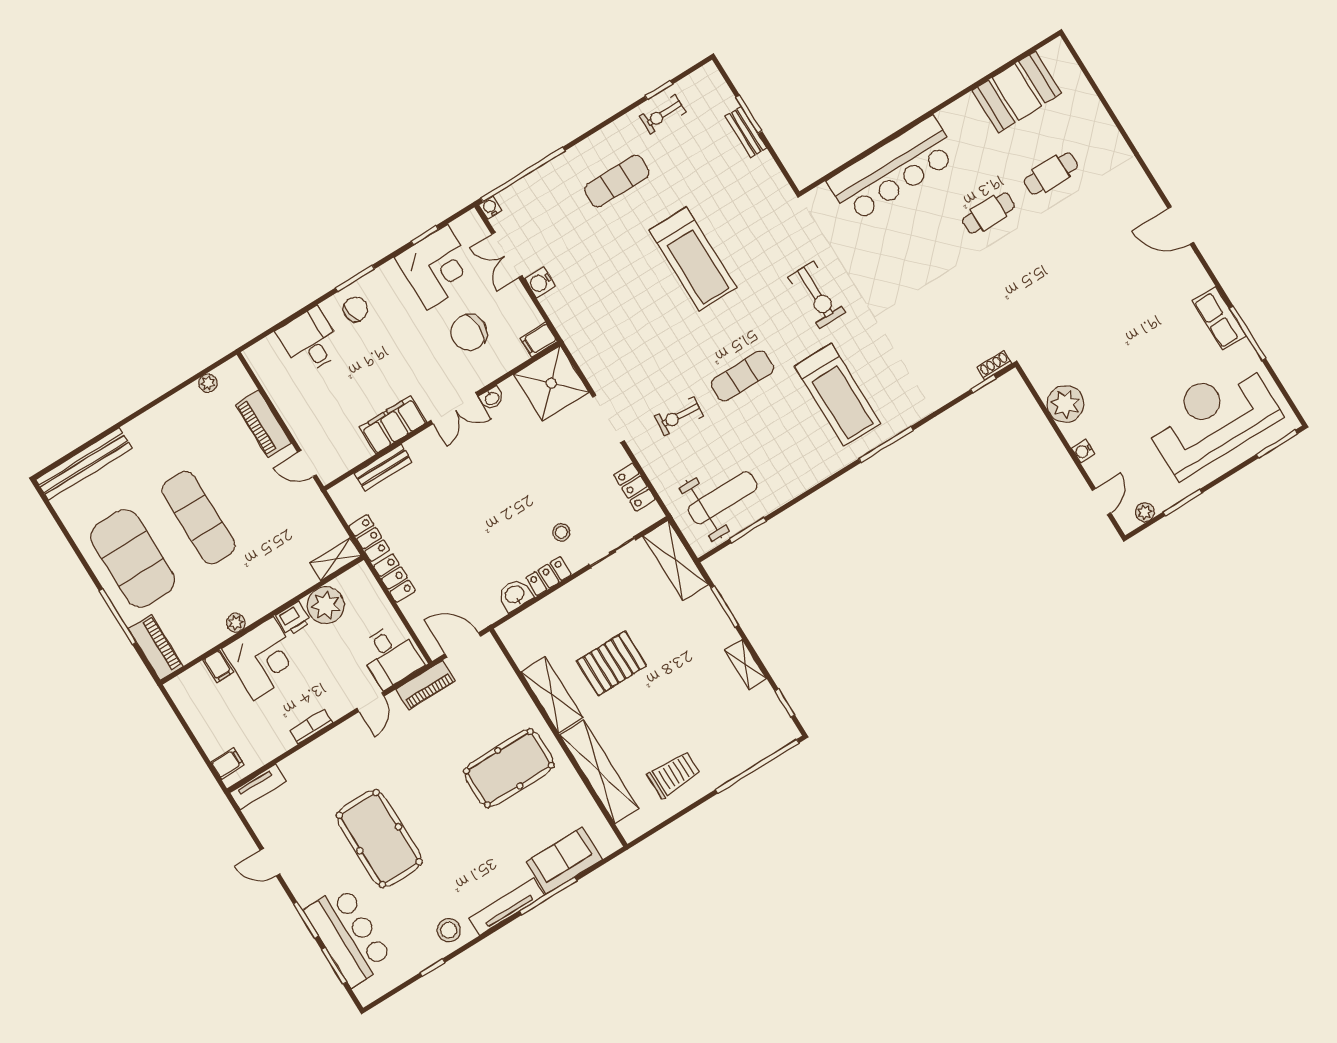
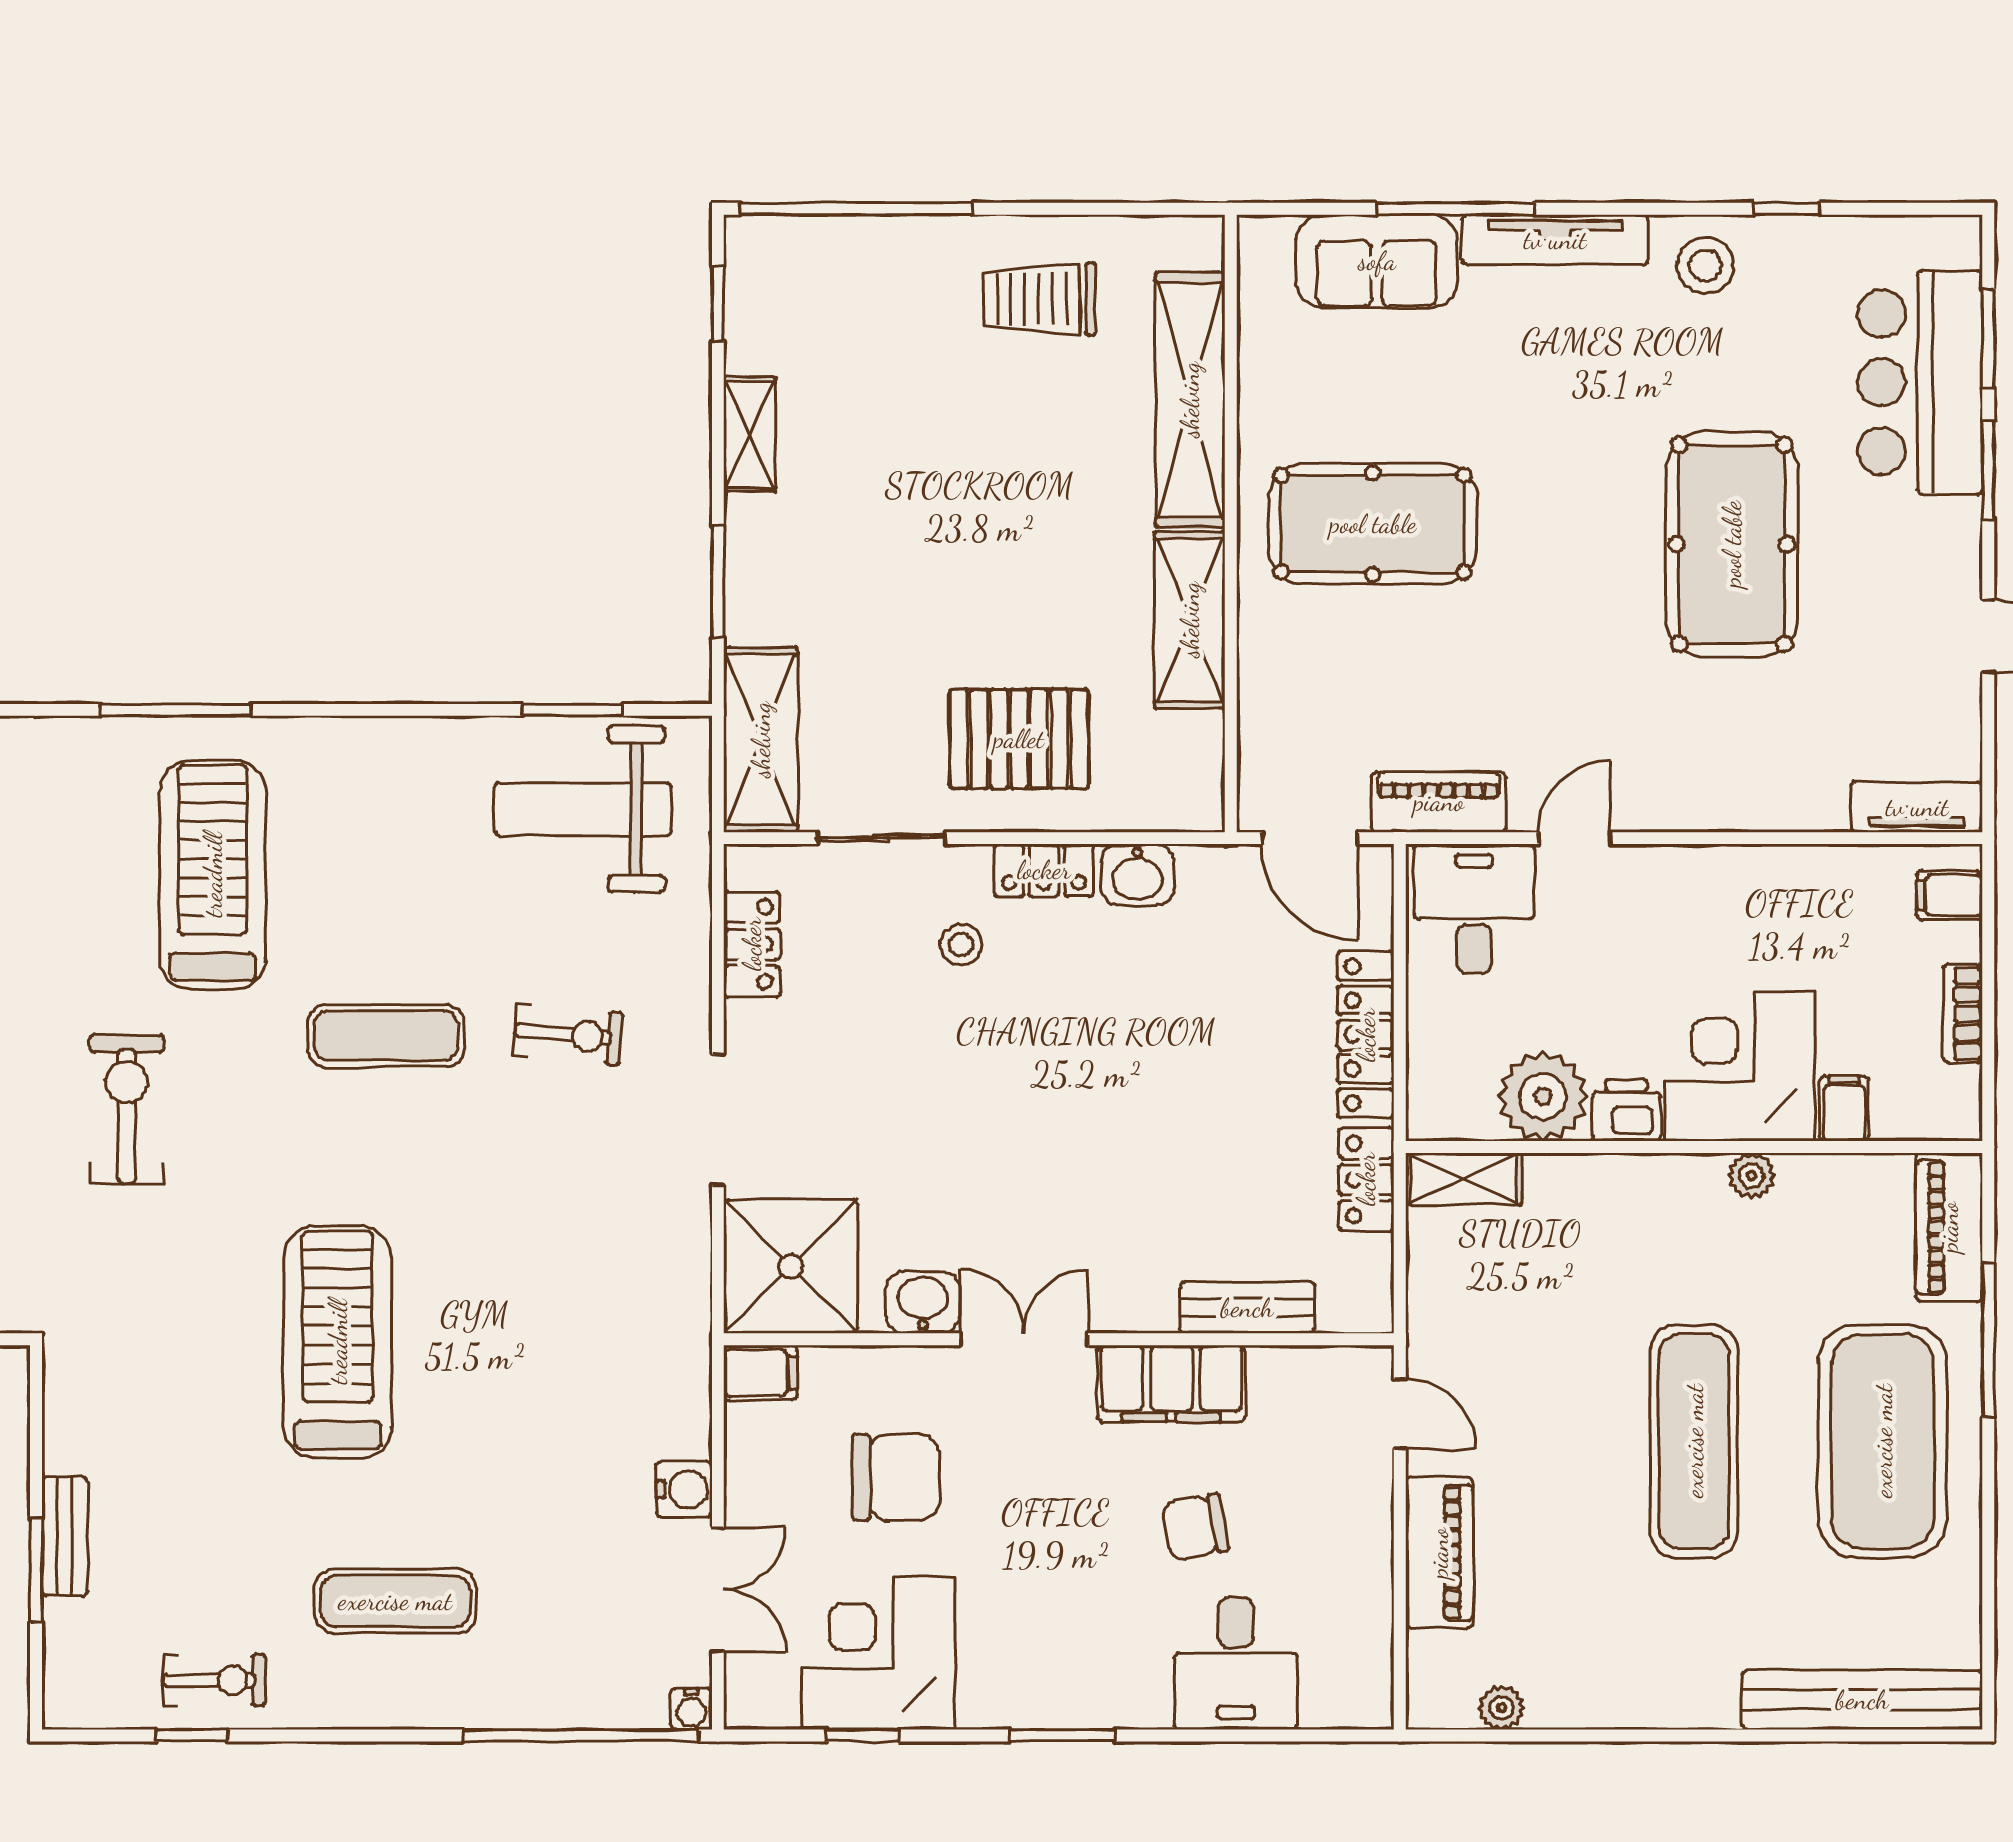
chair: (355, 309) -> (1195, 1527), moved
washbasin: (492, 398) -> (923, 1302), width x1.38, depth x1.45
locker: (394, 578) -> (1366, 1035), width x1.53
pallet: (612, 663) -> (1019, 739), moved
bookcase: (311, 726) -> (1963, 1013), moved, turned 90

